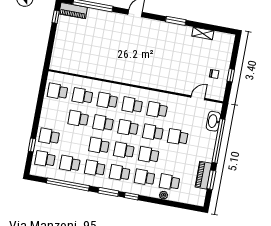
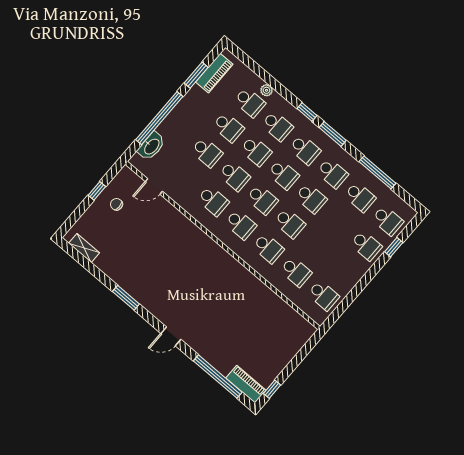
shelving: (203, 33) -> (84, 248), moved
school desk: (78, 118) -> (228, 127), moved
piano: (203, 175) -> (214, 73), moved
window: (68, 184) -> (377, 172), width x0.68

